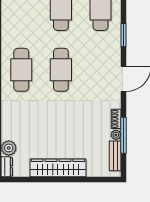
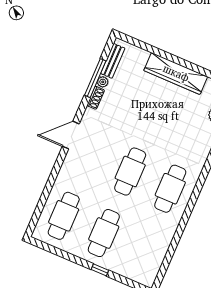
window: (123, 35) -> (52, 179), removed

